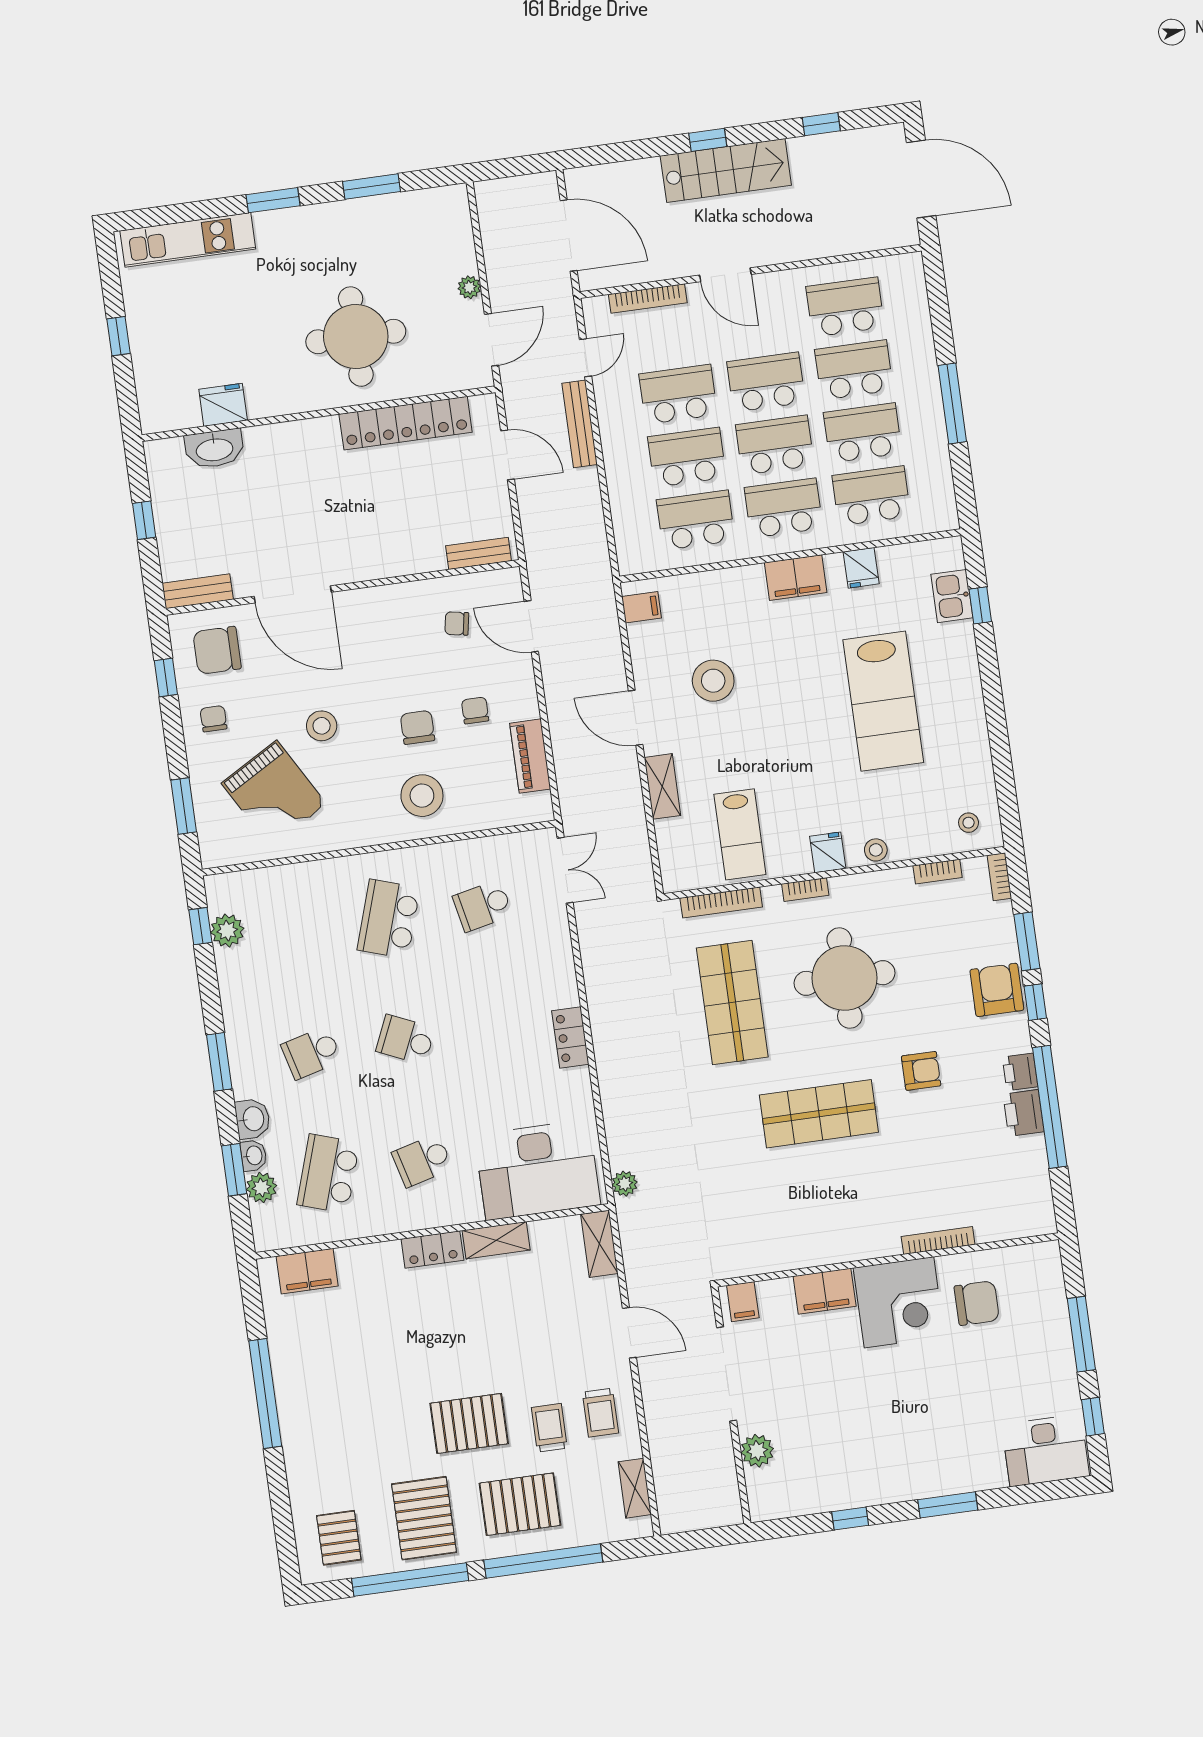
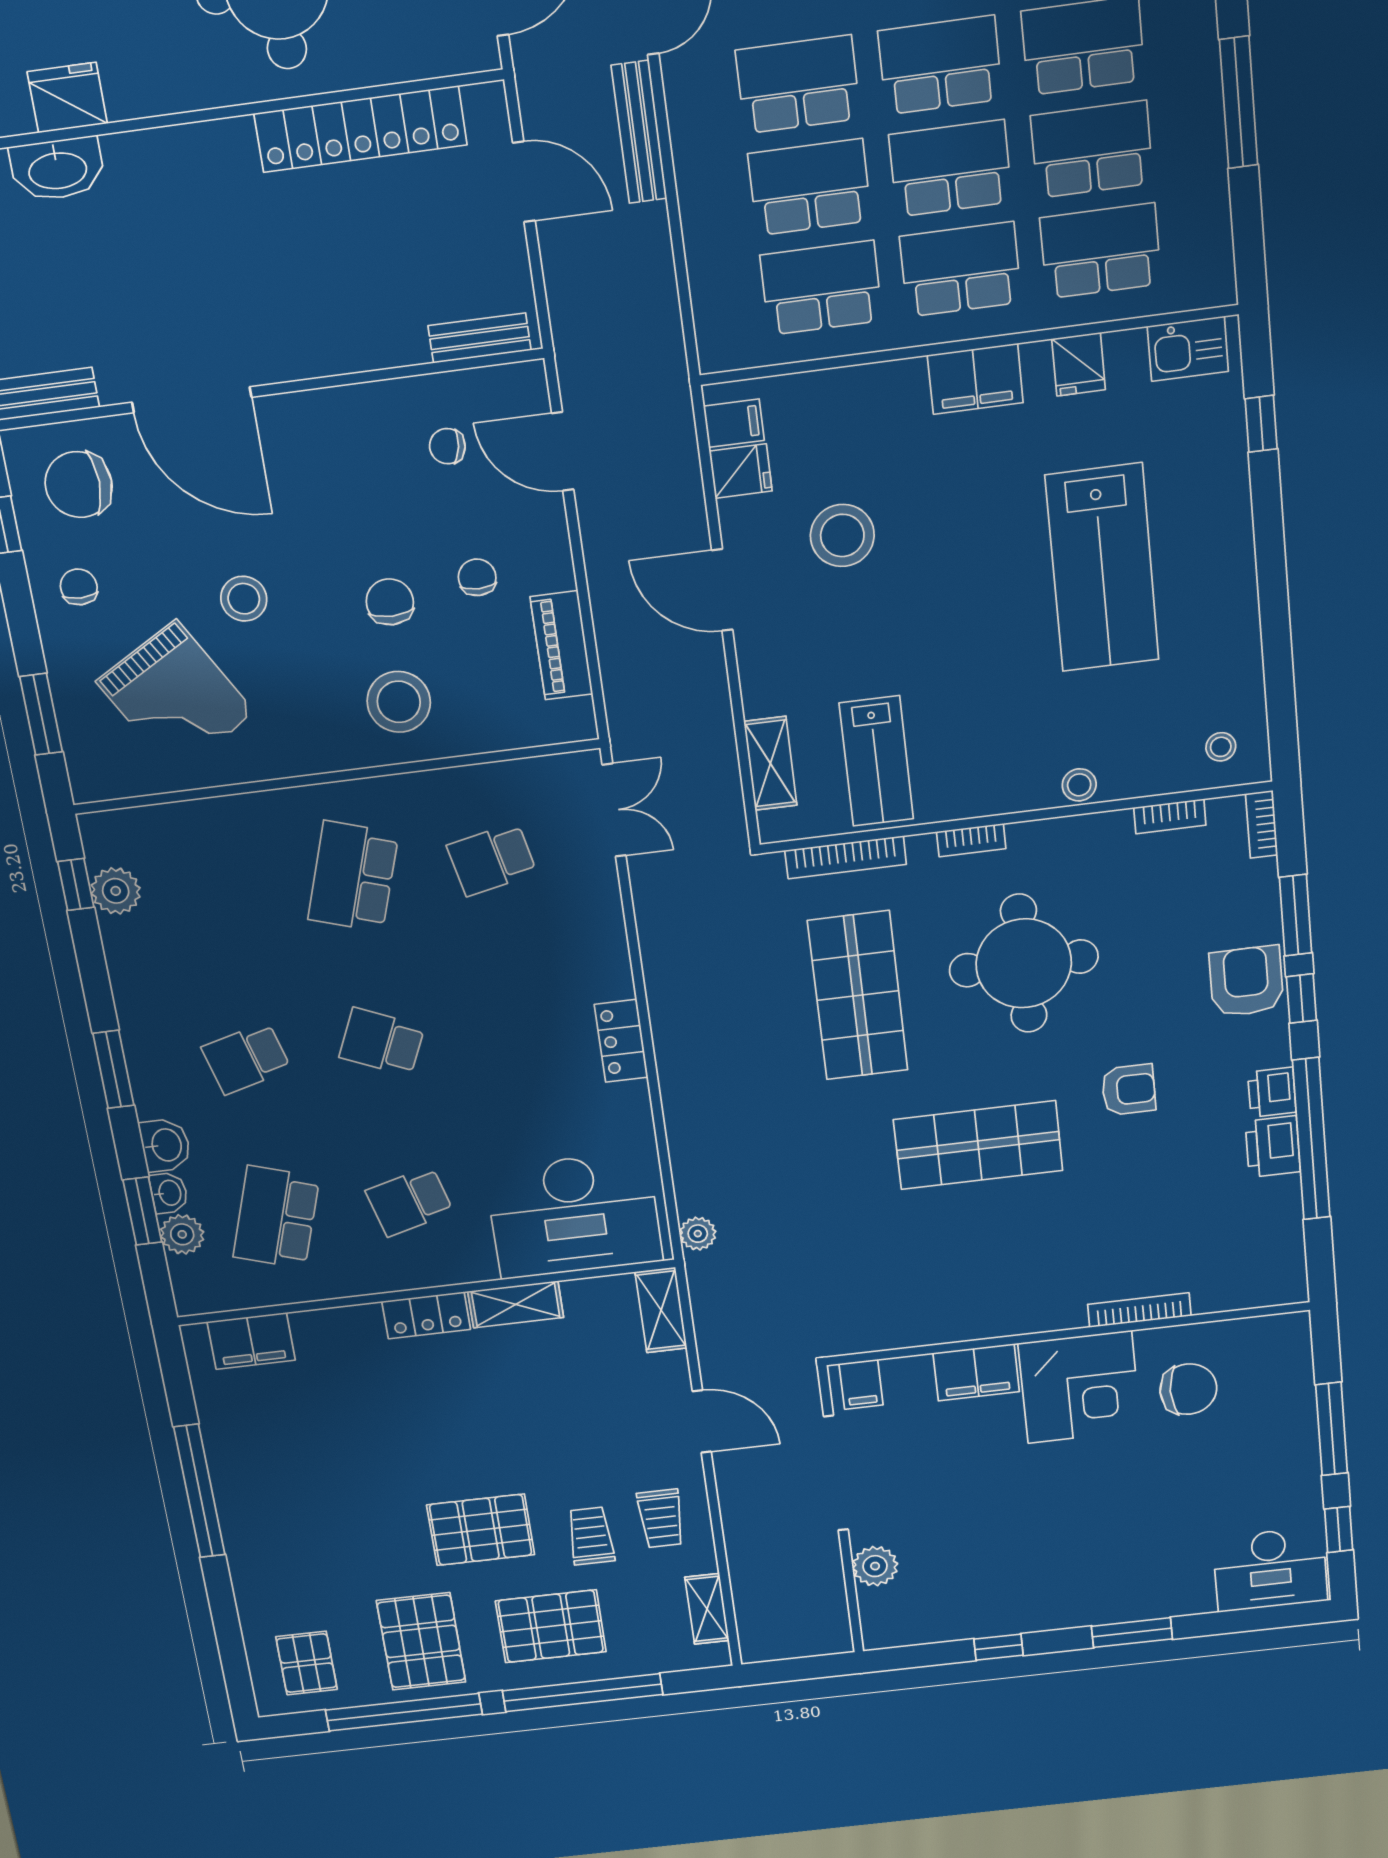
kitchen sink: (952, 596) -> (1188, 349), moved, turned -90
shelving: (662, 786) -> (770, 763), moved
fridge: (828, 852) -> (741, 471), moved, turned 90

